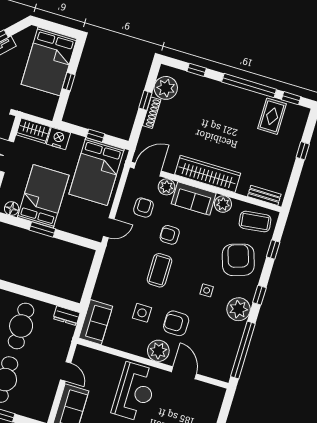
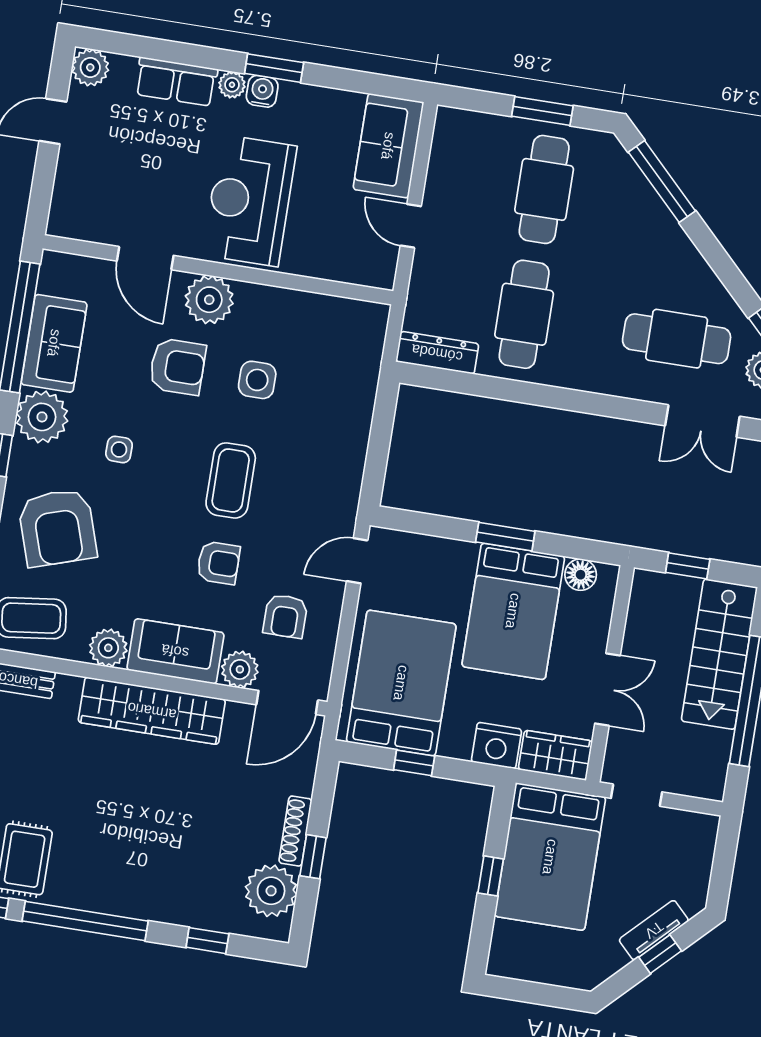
bed: (49, 61) -> (550, 857), moved, turned 180
dresser: (67, 316) -> (437, 353), width x1.44
sofa: (96, 322) -> (54, 343), moved, turned 180

